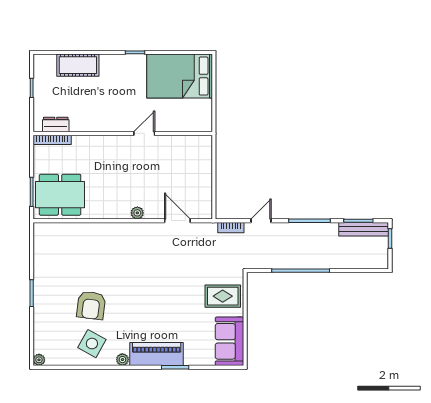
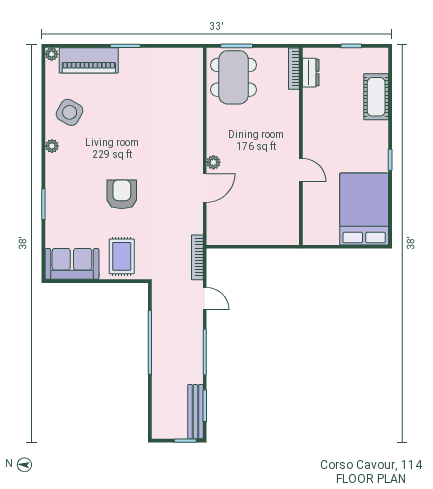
door: (177, 221) -> (205, 188), moved
bookcase: (231, 228) -> (197, 257), width x1.56
armchair: (91, 305) -> (122, 194), moved, turned 83
piano: (157, 354) -> (89, 60), moved, turned 90

